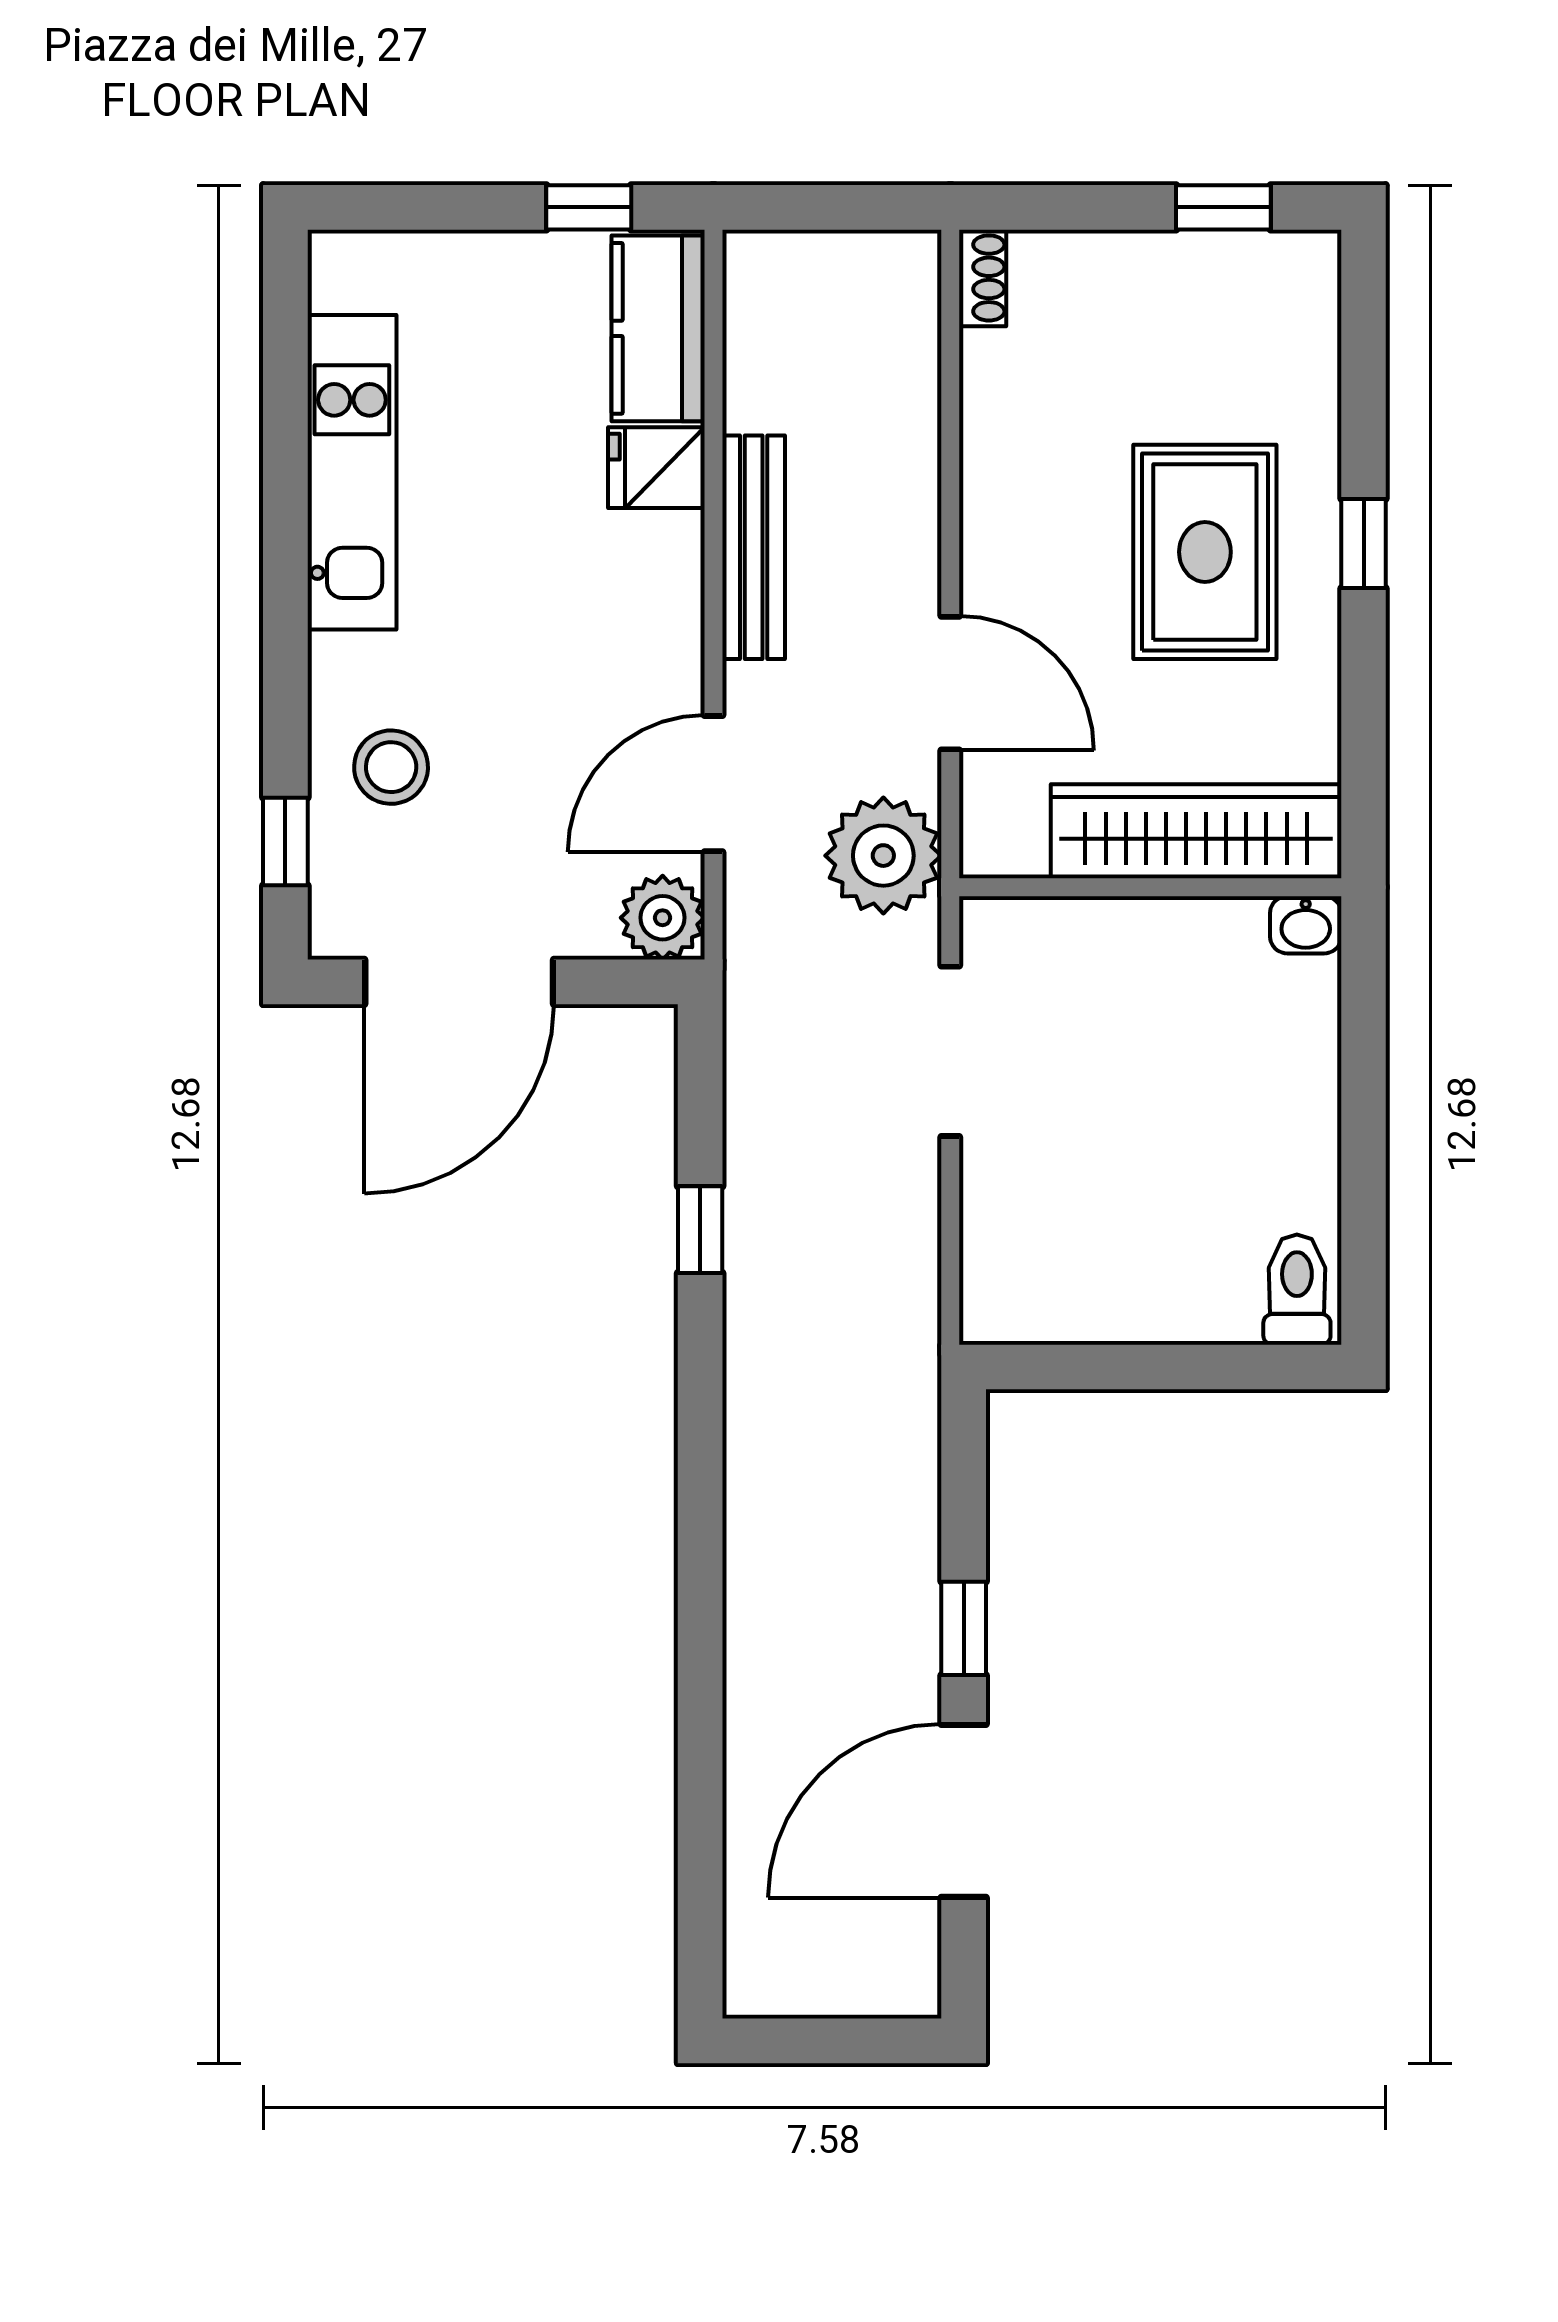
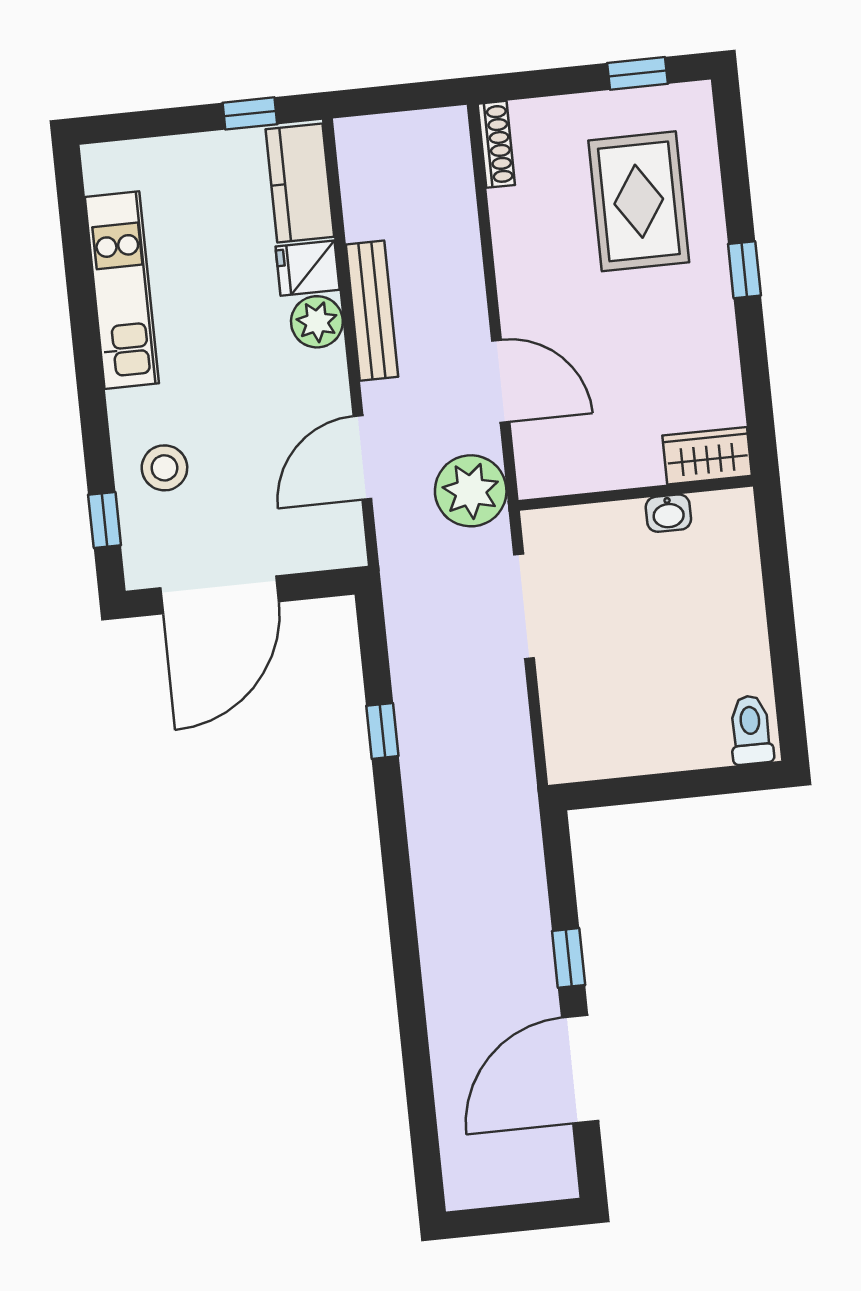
shoe rack: (983, 278) -> (496, 144), width x1.43
rug: (1205, 552) -> (639, 201), moved
wardrobe: (1196, 831) -> (707, 456), width x0.48, depth x0.85
plant: (663, 918) -> (317, 322), moved
washbasin: (1306, 925) -> (668, 513), moved

